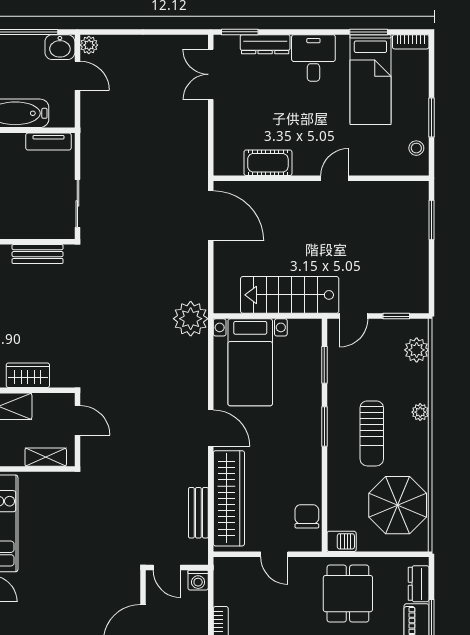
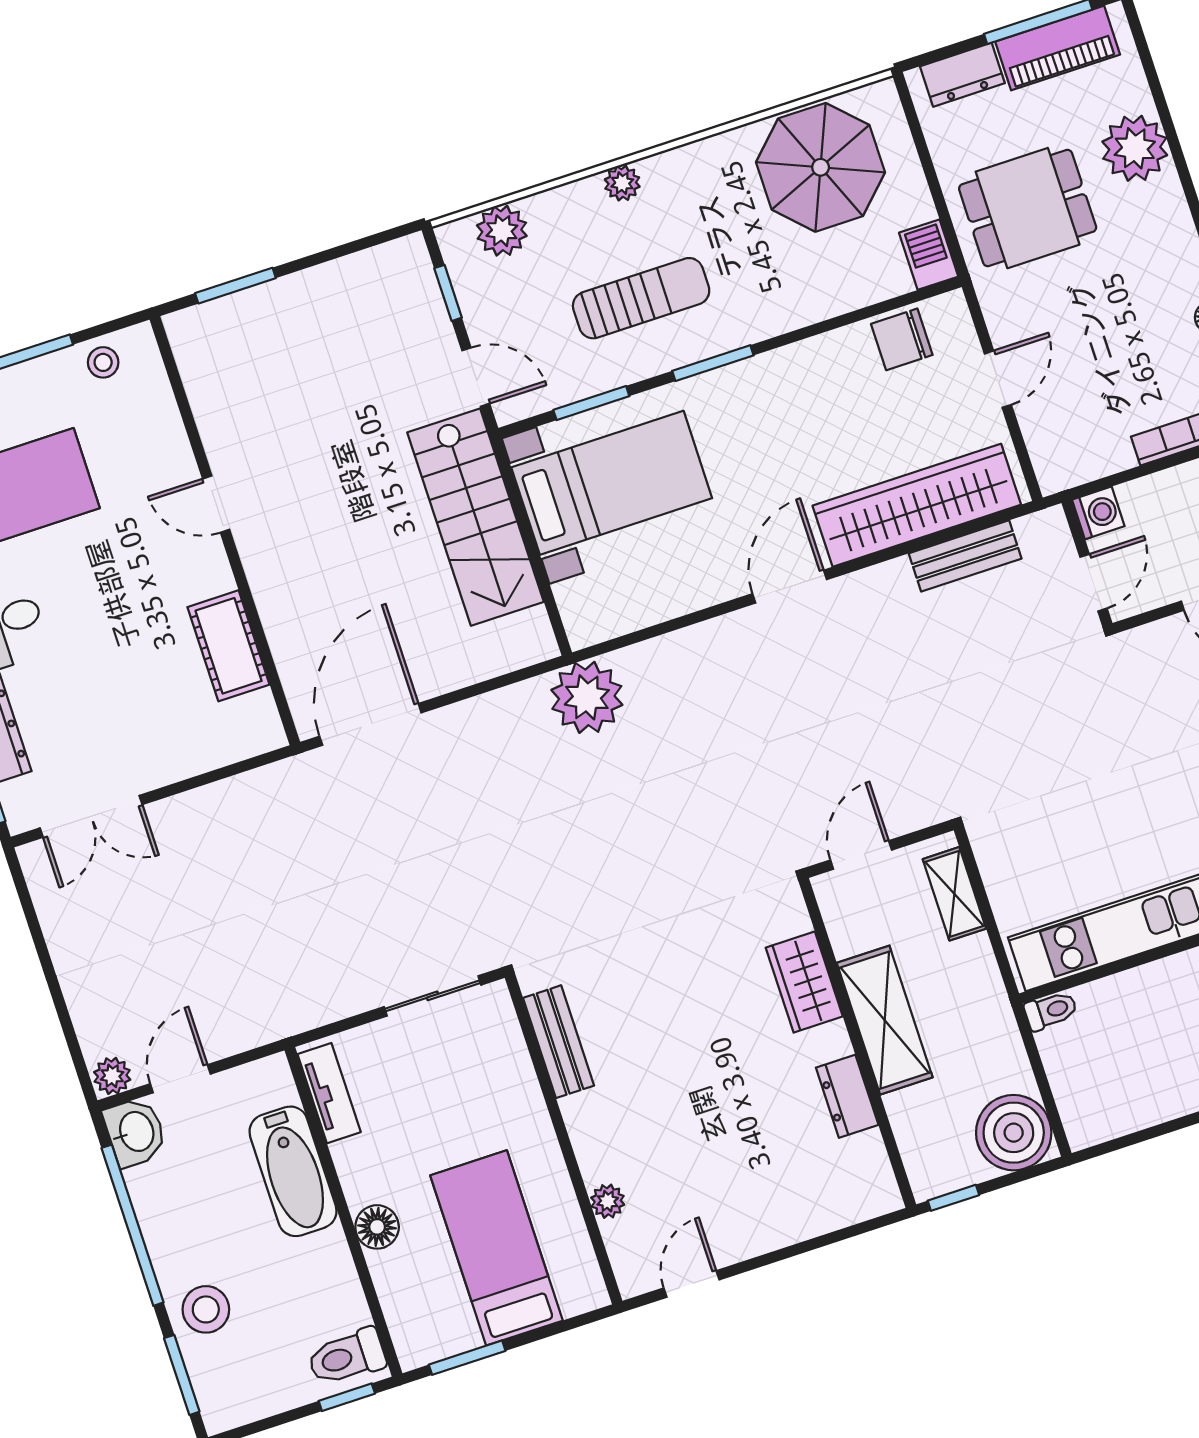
bed with nightstands: (250, 362) -> (612, 483), moved
sun lounger: (372, 433) -> (641, 298), moved

